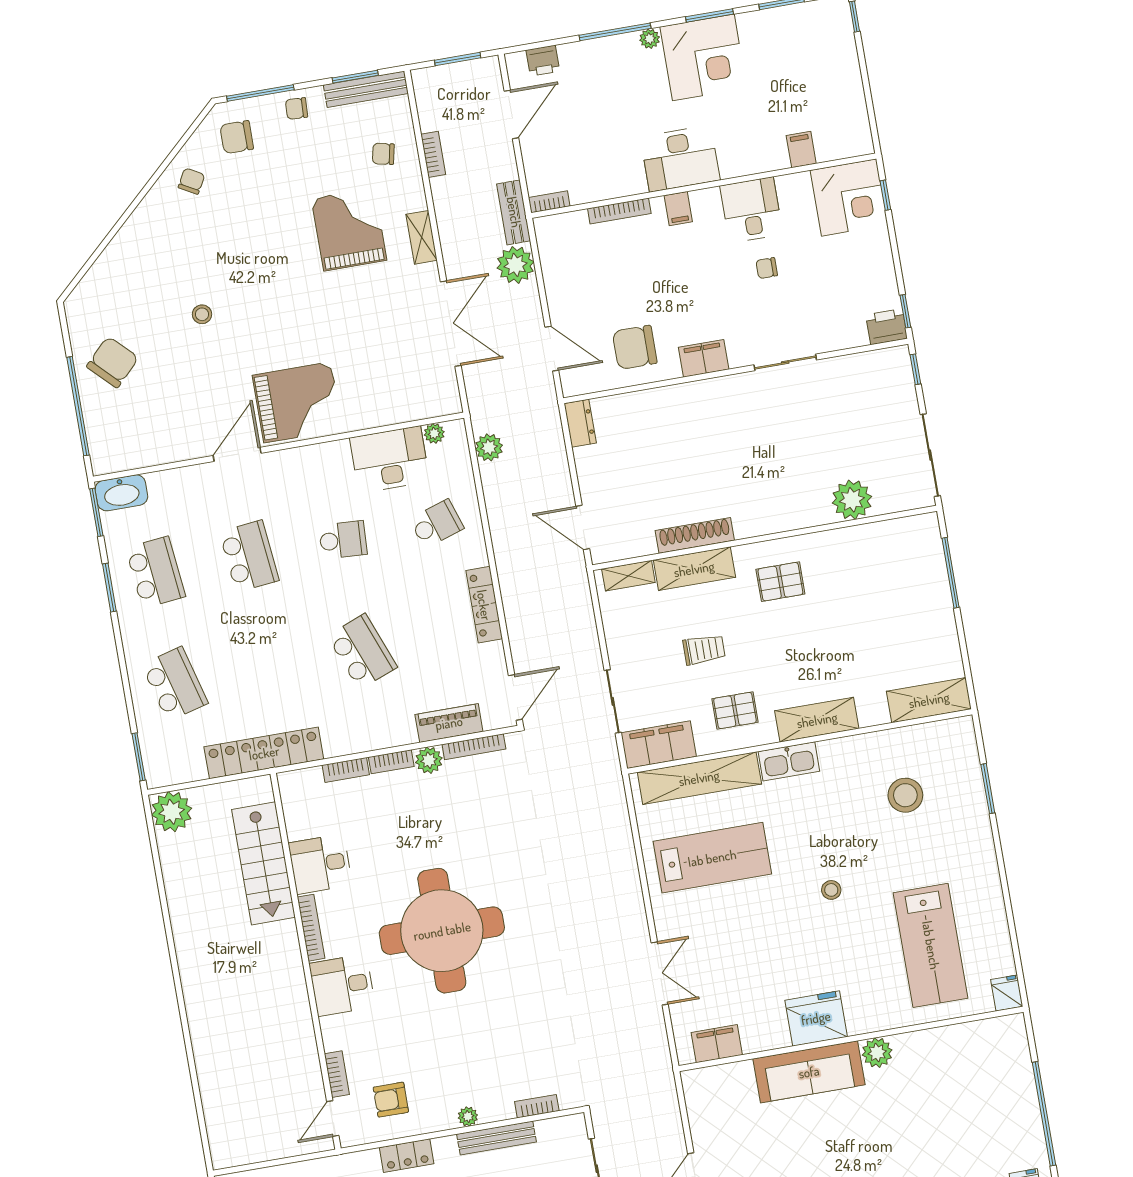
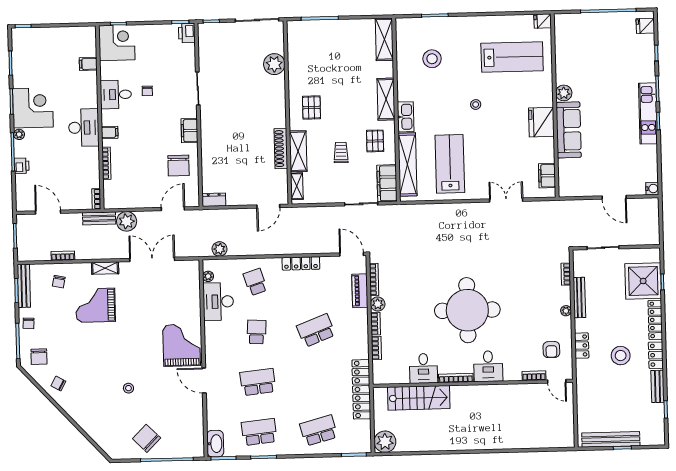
printer: (543, 61) -> (22, 166), moved

